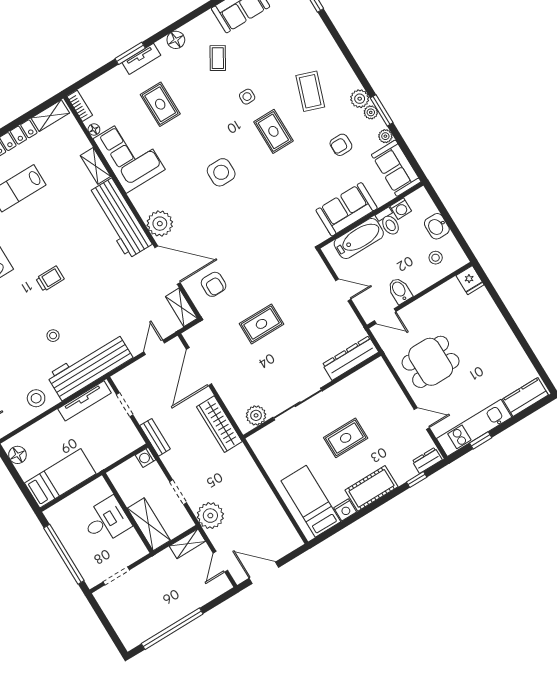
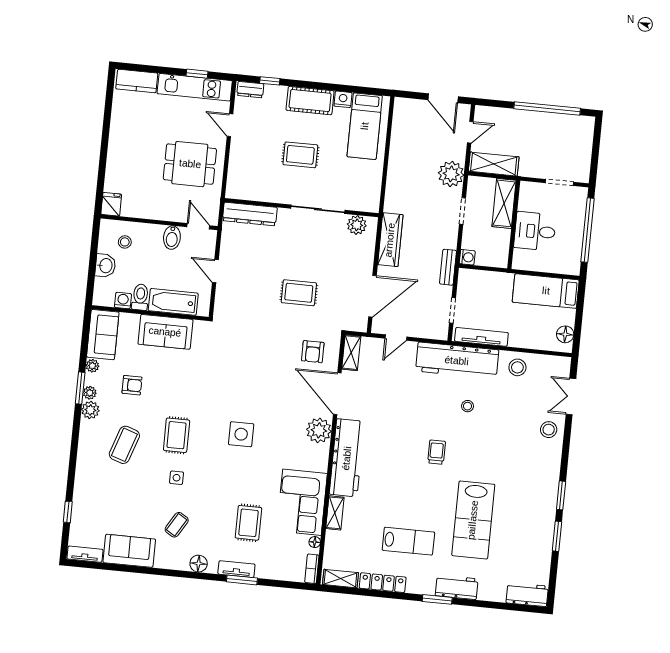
trolley: (50, 279) -> (437, 452), turned 90
armchair: (214, 284) -> (313, 352), turned 180
shelving: (187, 544) -> (494, 164), width x1.50, depth x1.33

